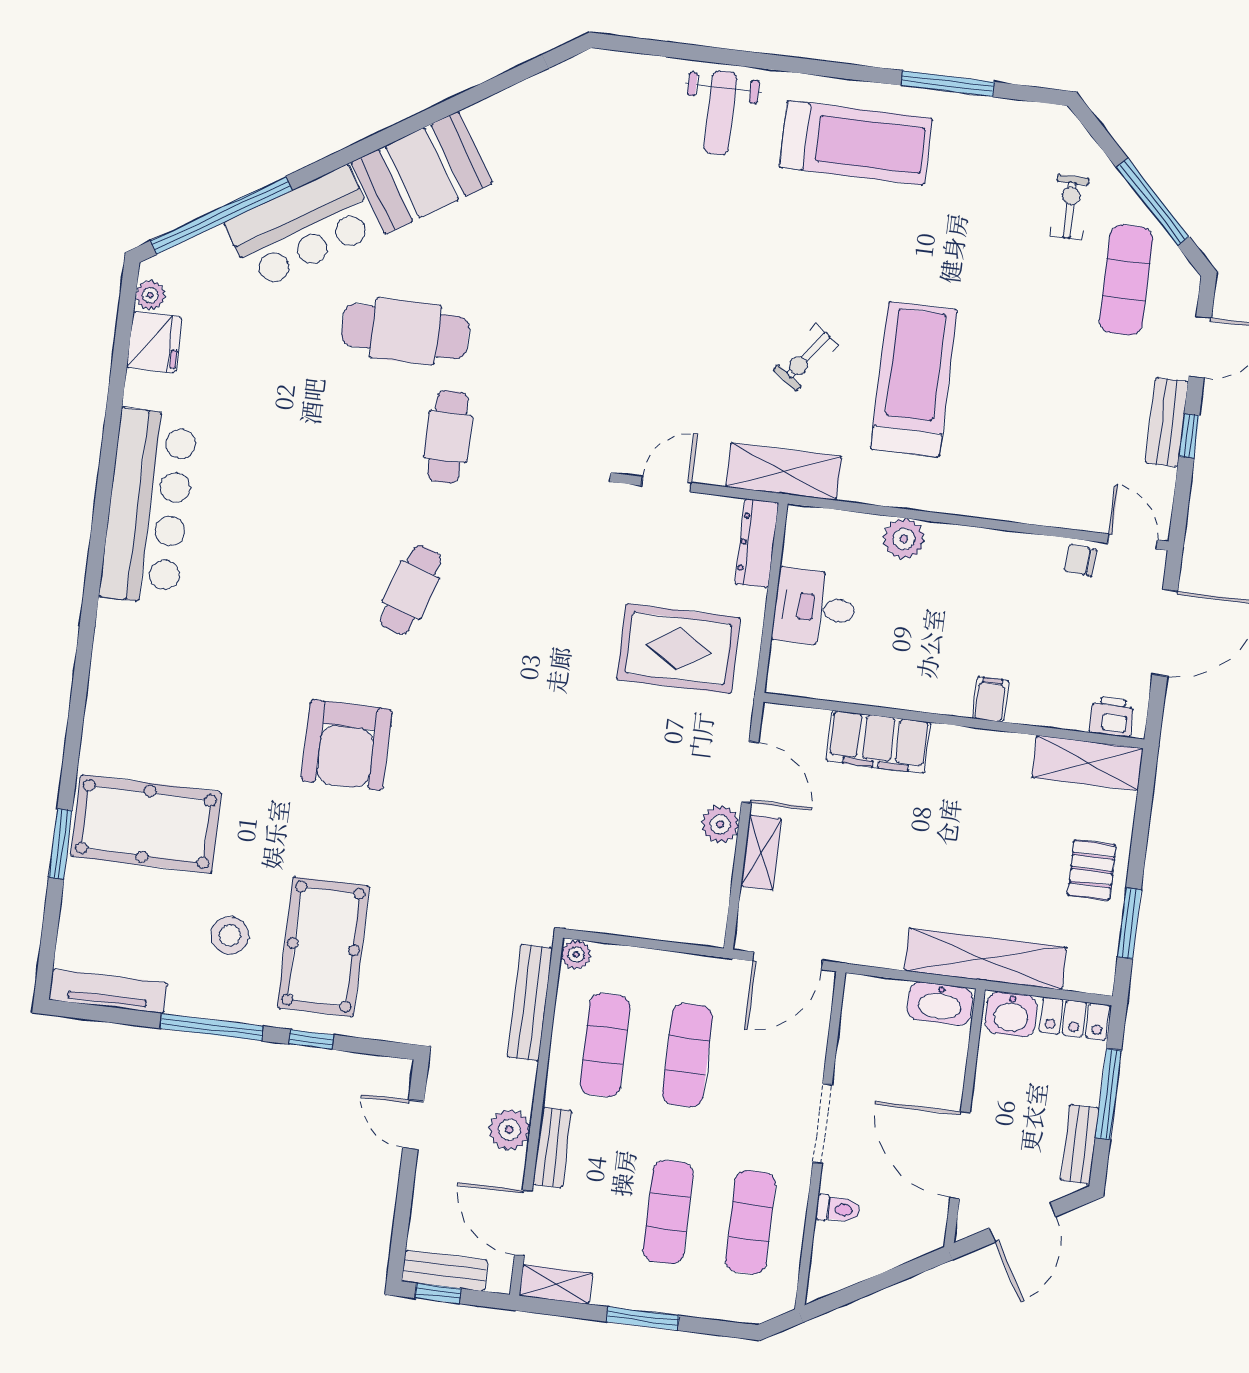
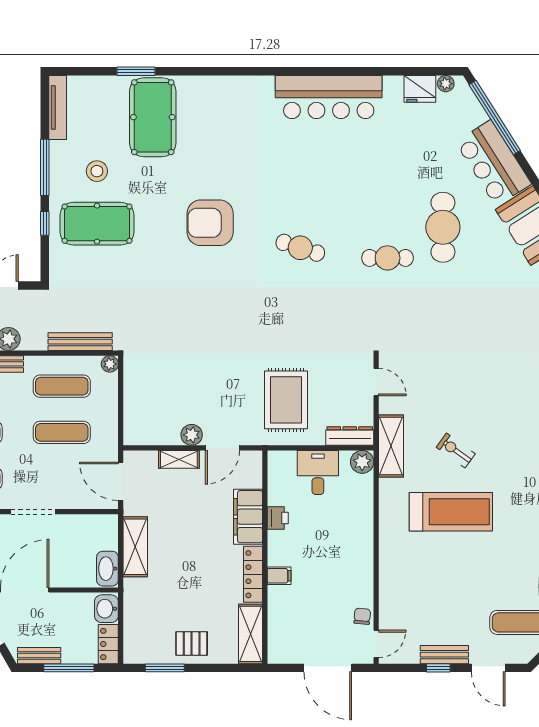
plant: (904, 539) -> (362, 462), moved
printer: (1111, 717) -> (278, 518), moved
locker: (982, 745) -> (253, 574), added
shelving: (985, 959) -> (135, 547), moved, width x0.68

